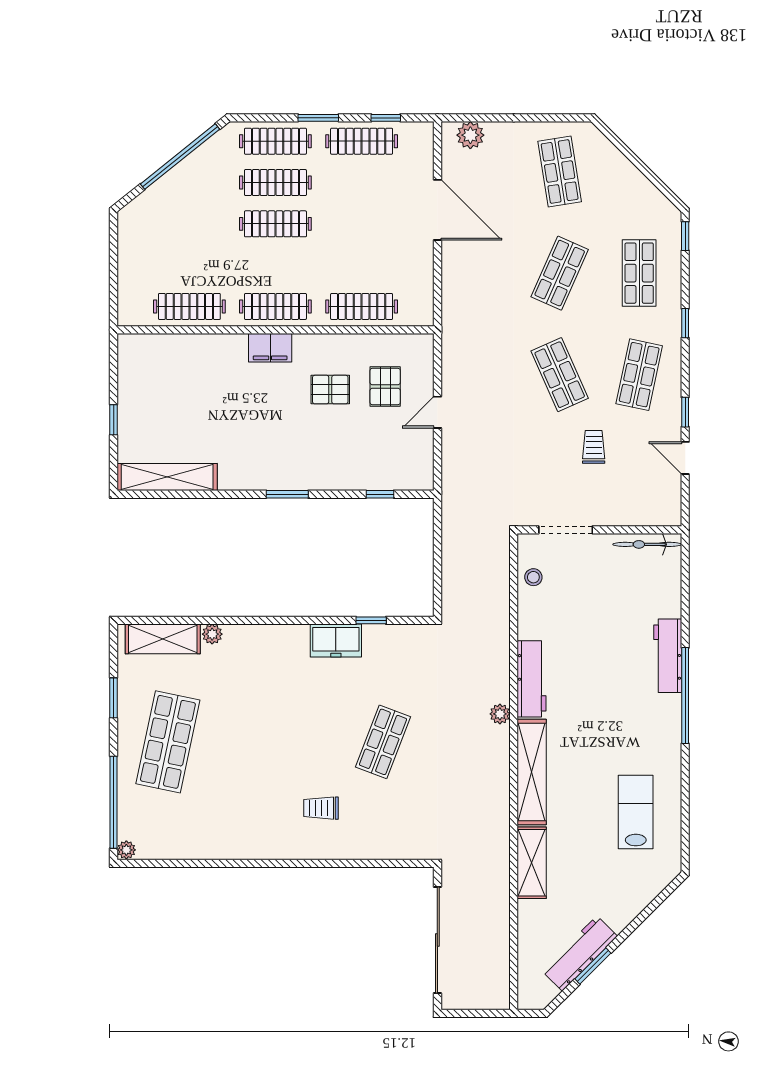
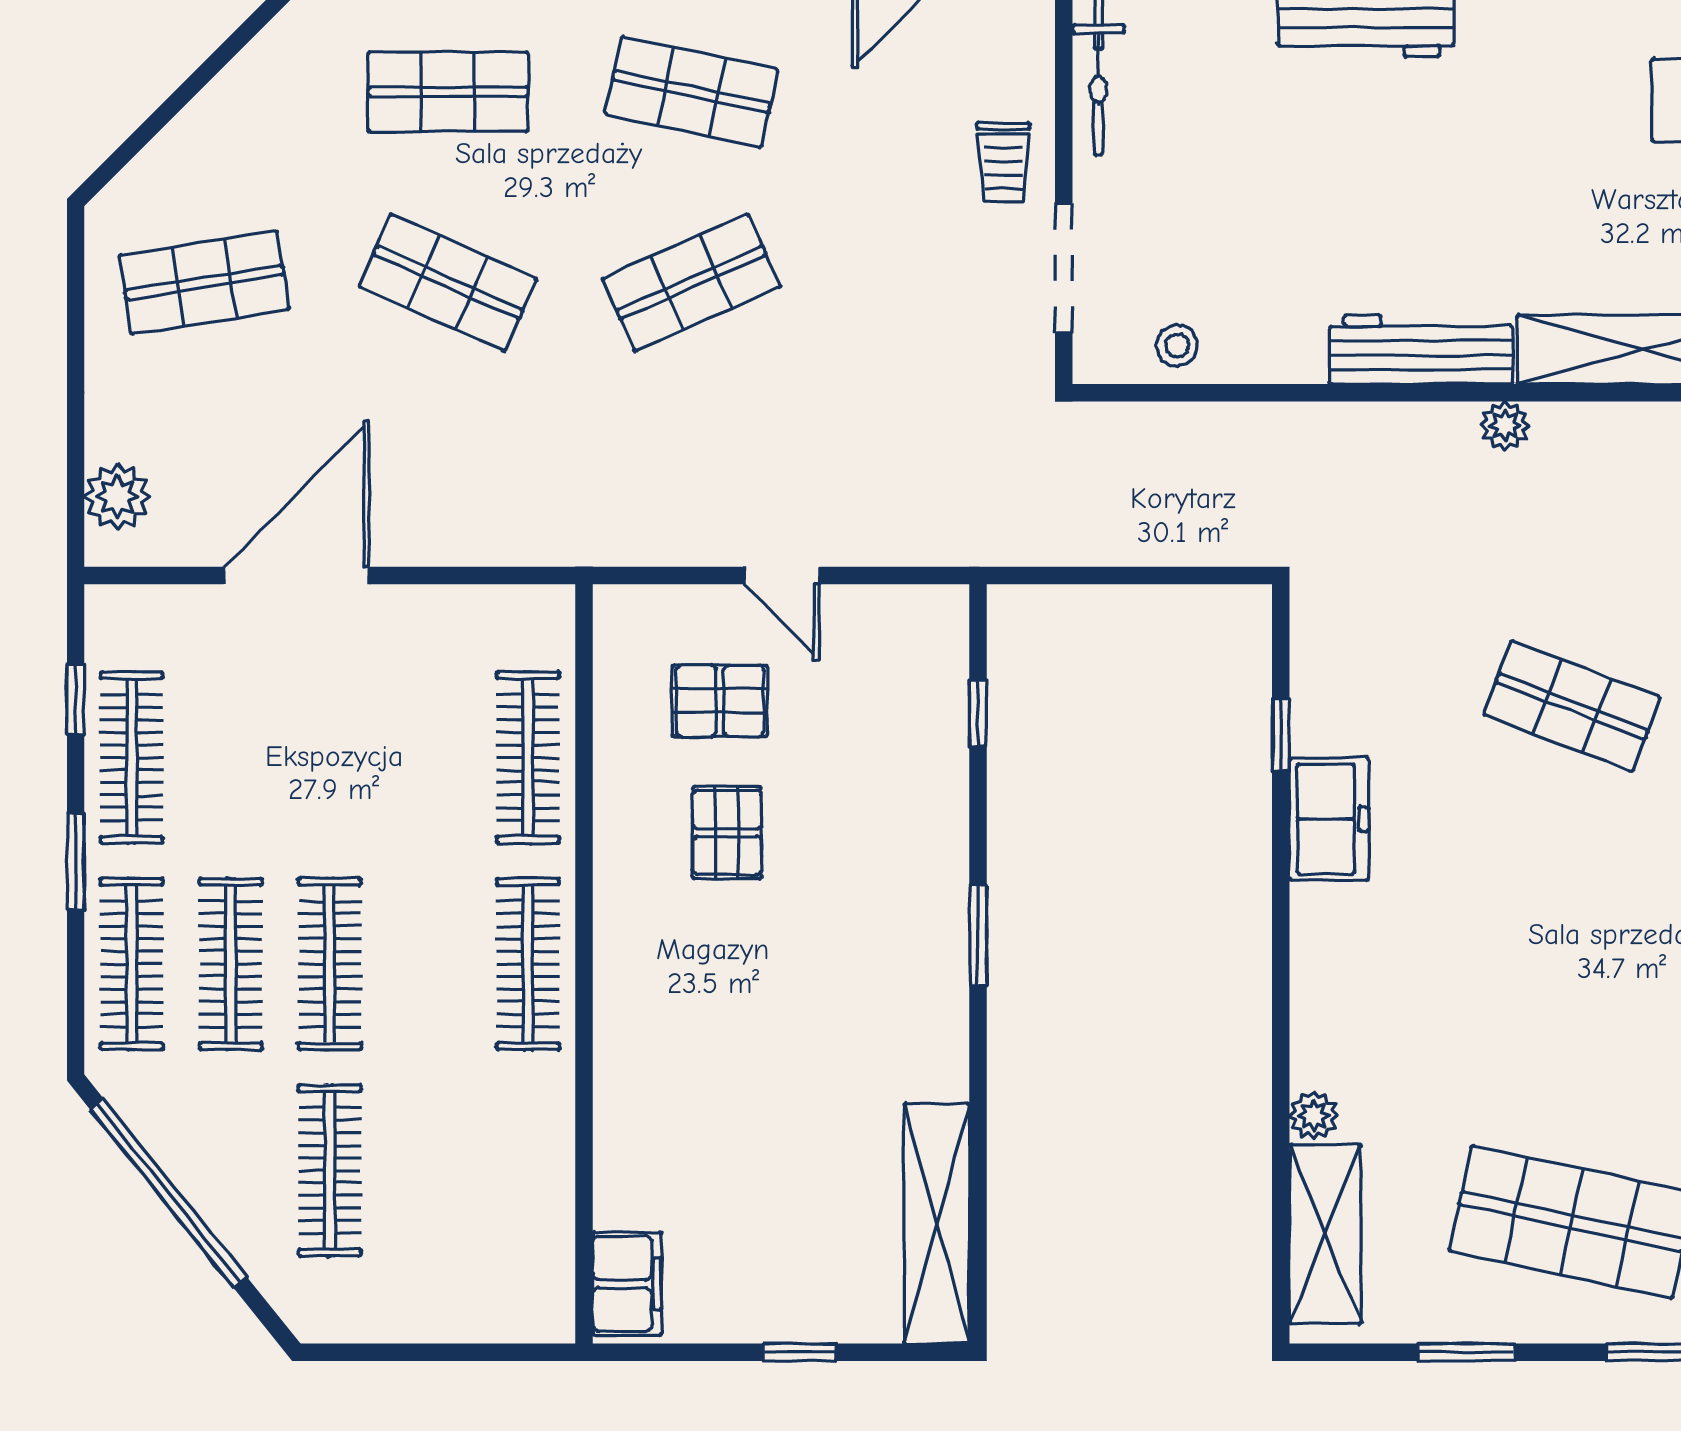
clothes rail: (189, 306) -> (330, 1170), moved
filing cabinet: (270, 348) -> (627, 1284), moved
trolley: (594, 447) -> (1003, 163), moved, turned -90

